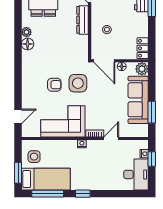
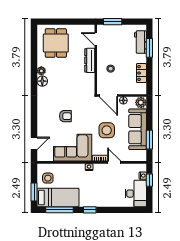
locker: (143, 48) -> (141, 73), moved
side table: (78, 83) -> (107, 130), moved
door: (111, 138) -> (114, 162), hinge flipped

